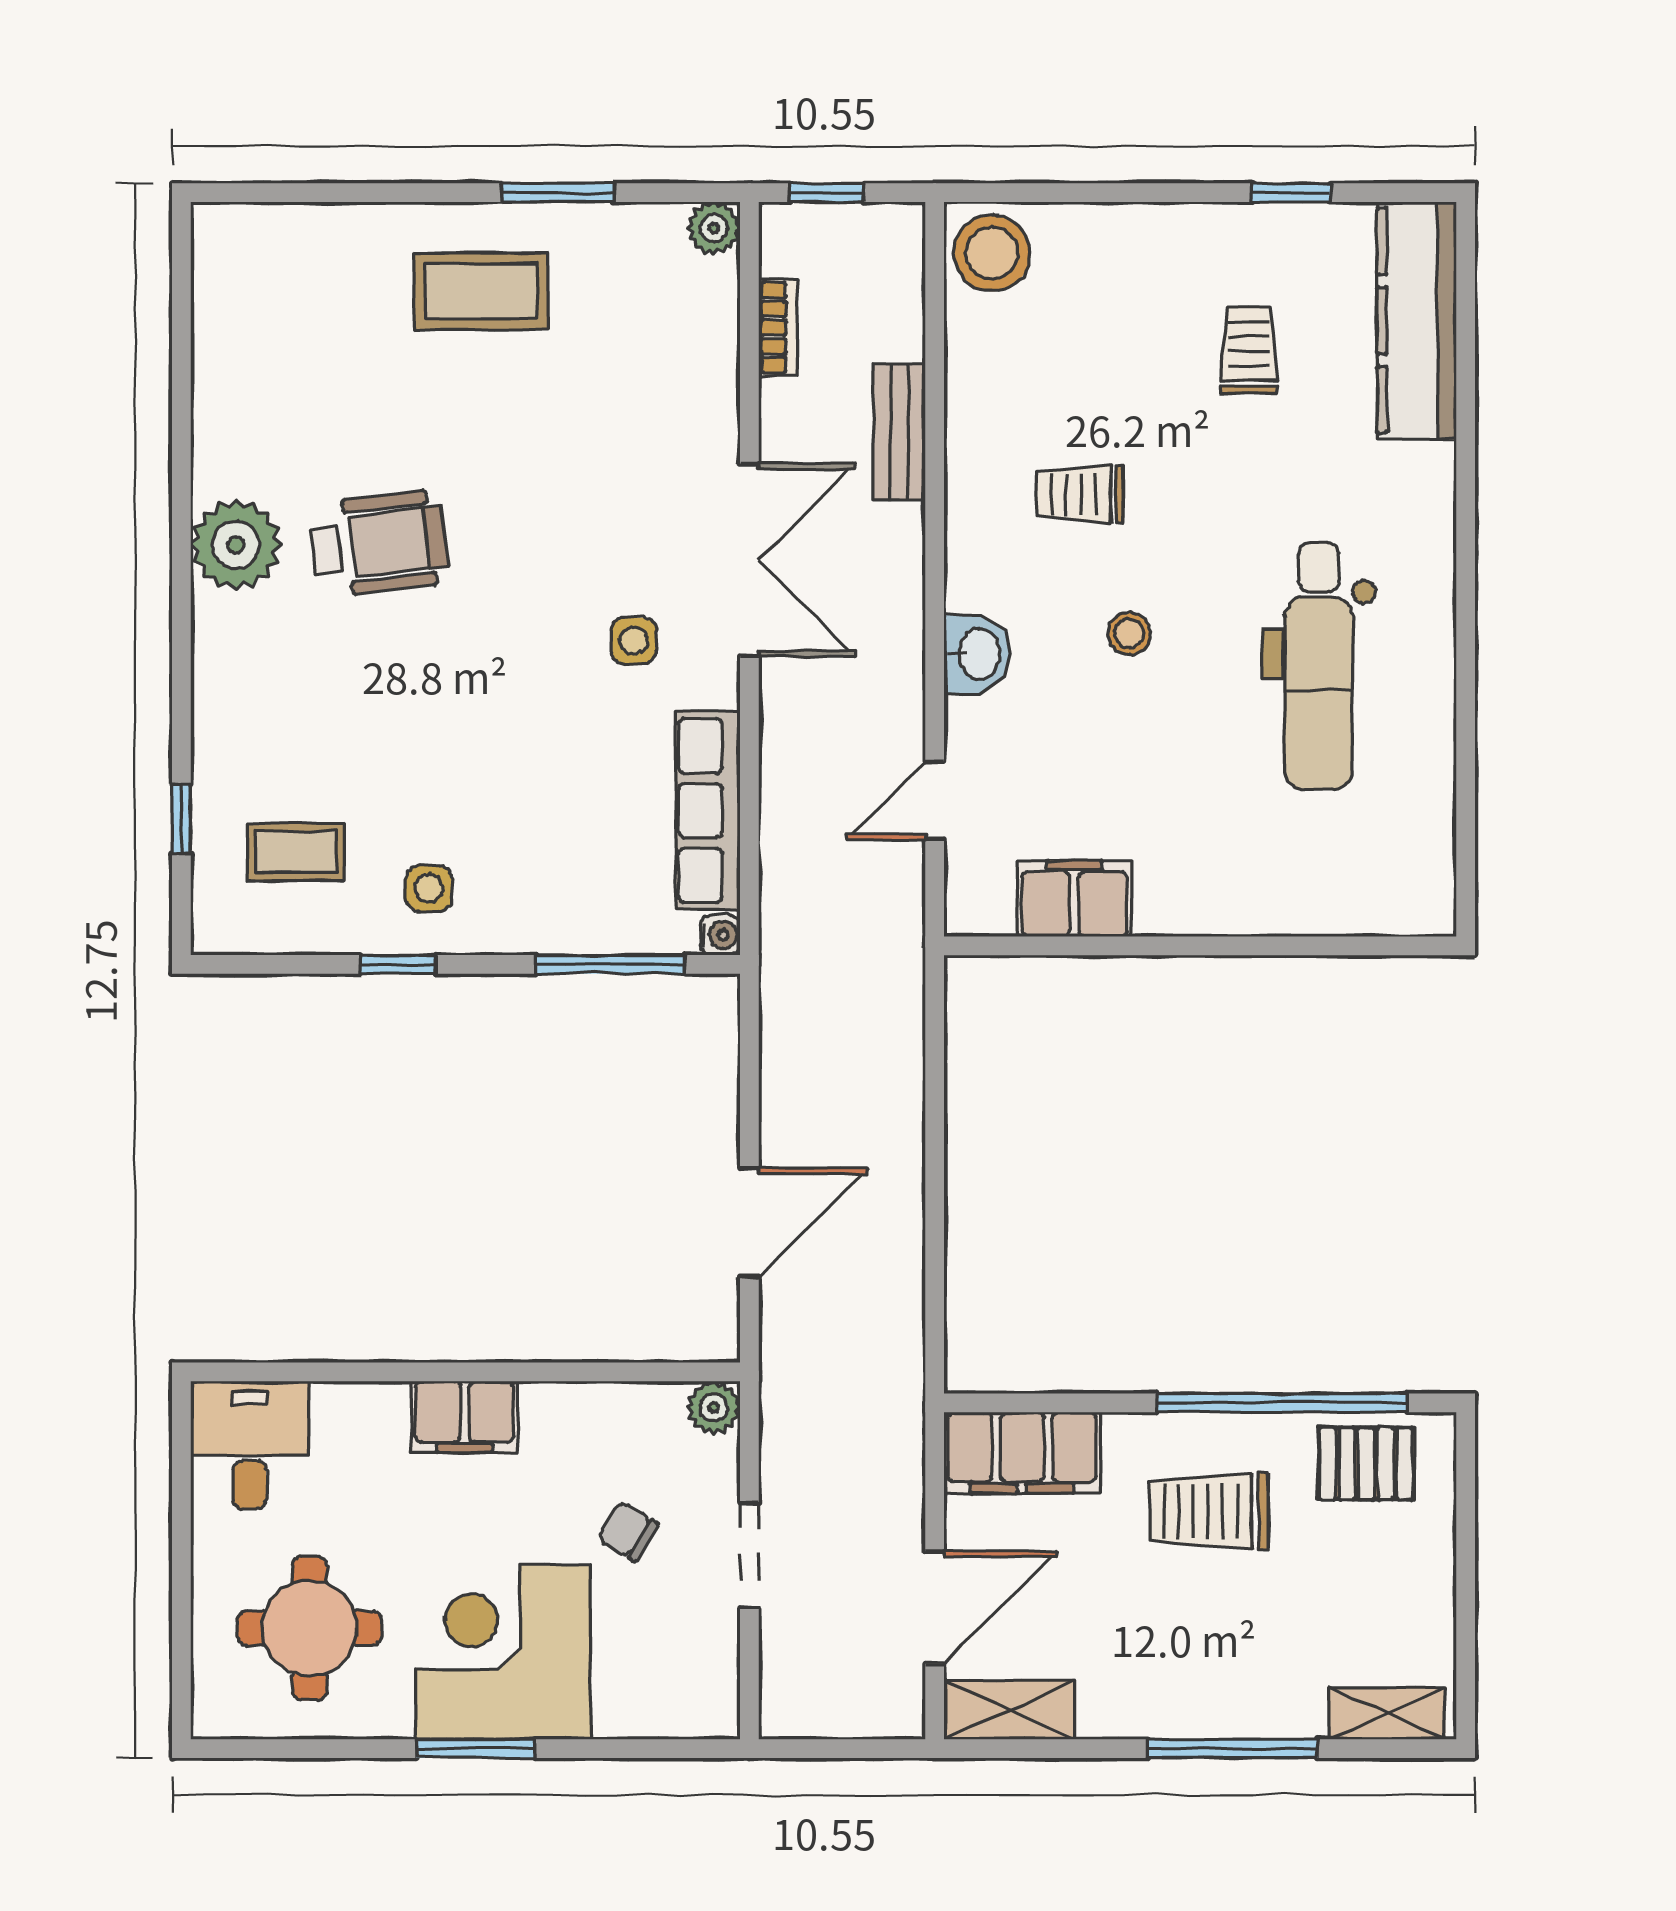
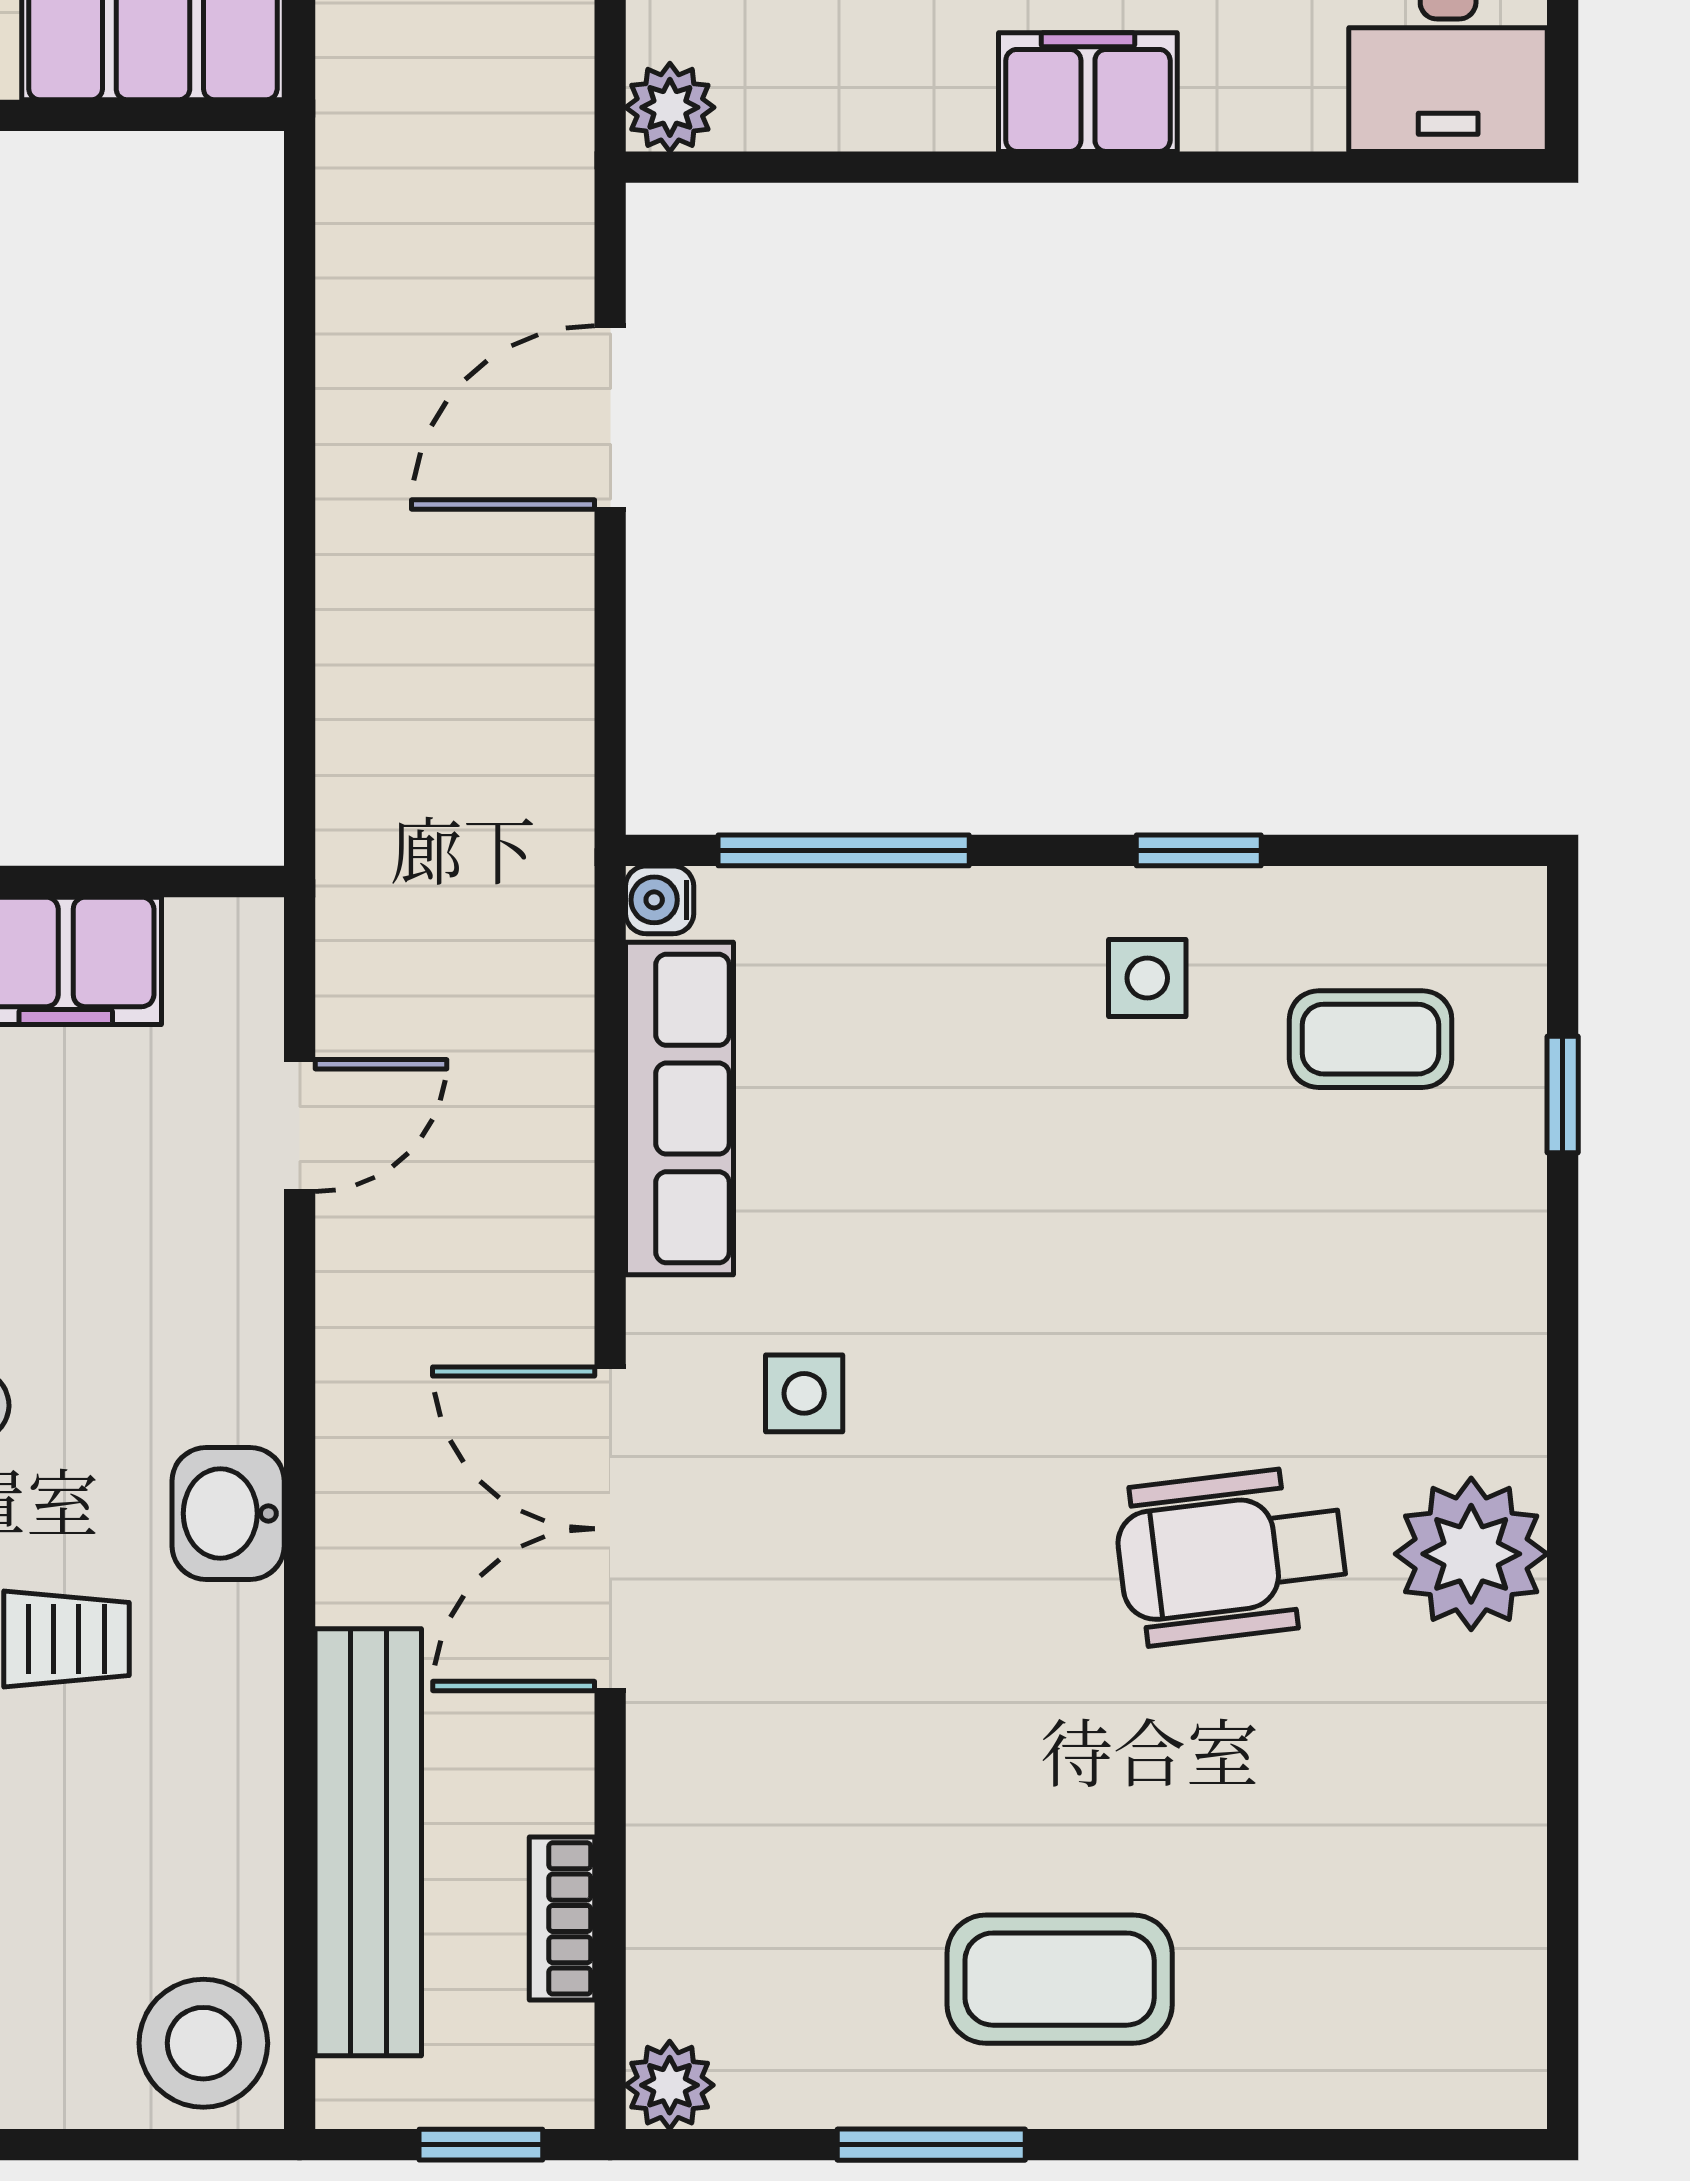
bench: (899, 432) -> (368, 1842), width x1.86, depth x1.21
washbasin: (977, 654) -> (228, 1513), moved

